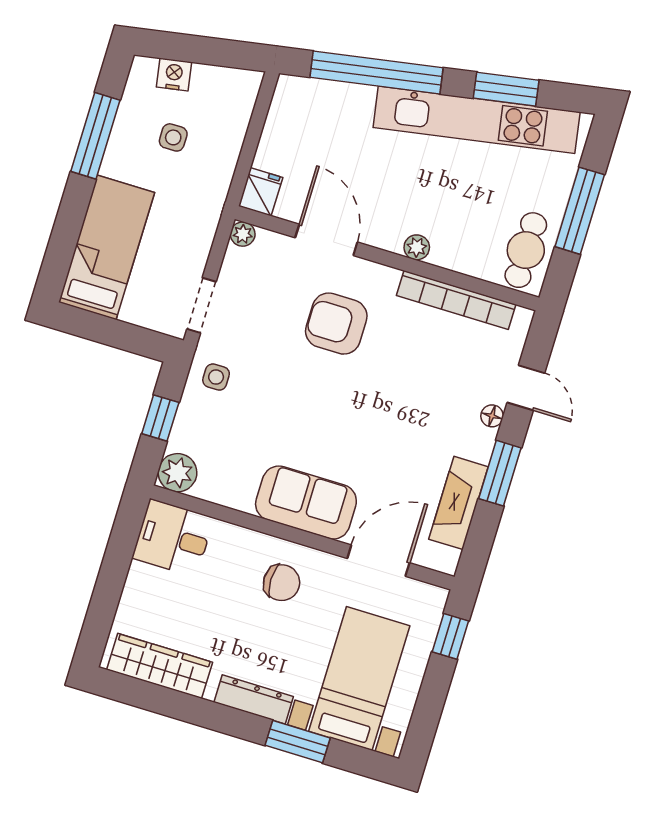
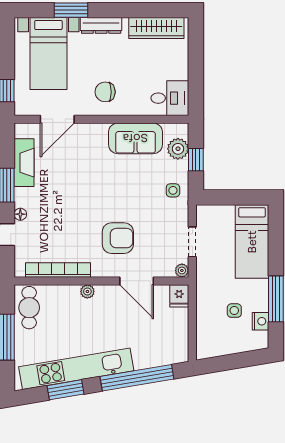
nightstand: (174, 75) -> (260, 321), moved, turned -80
doorway: (201, 305) -> (192, 242), moved
plant: (177, 473) -> (178, 149), moved
sofa: (306, 503) -> (135, 138), moved

